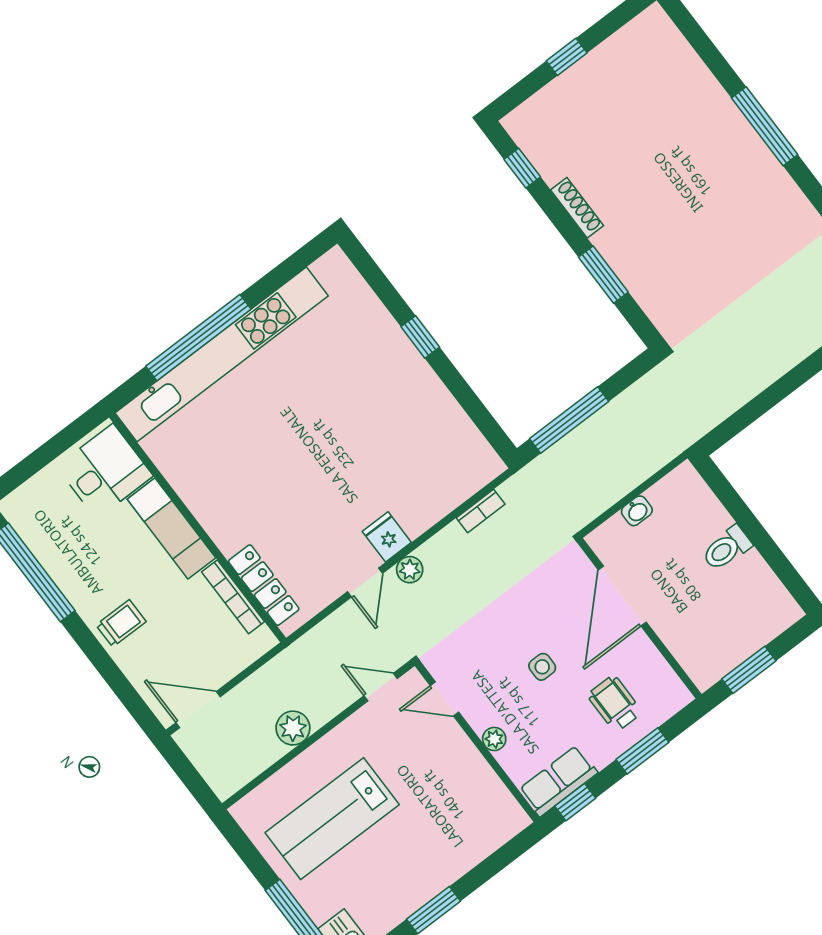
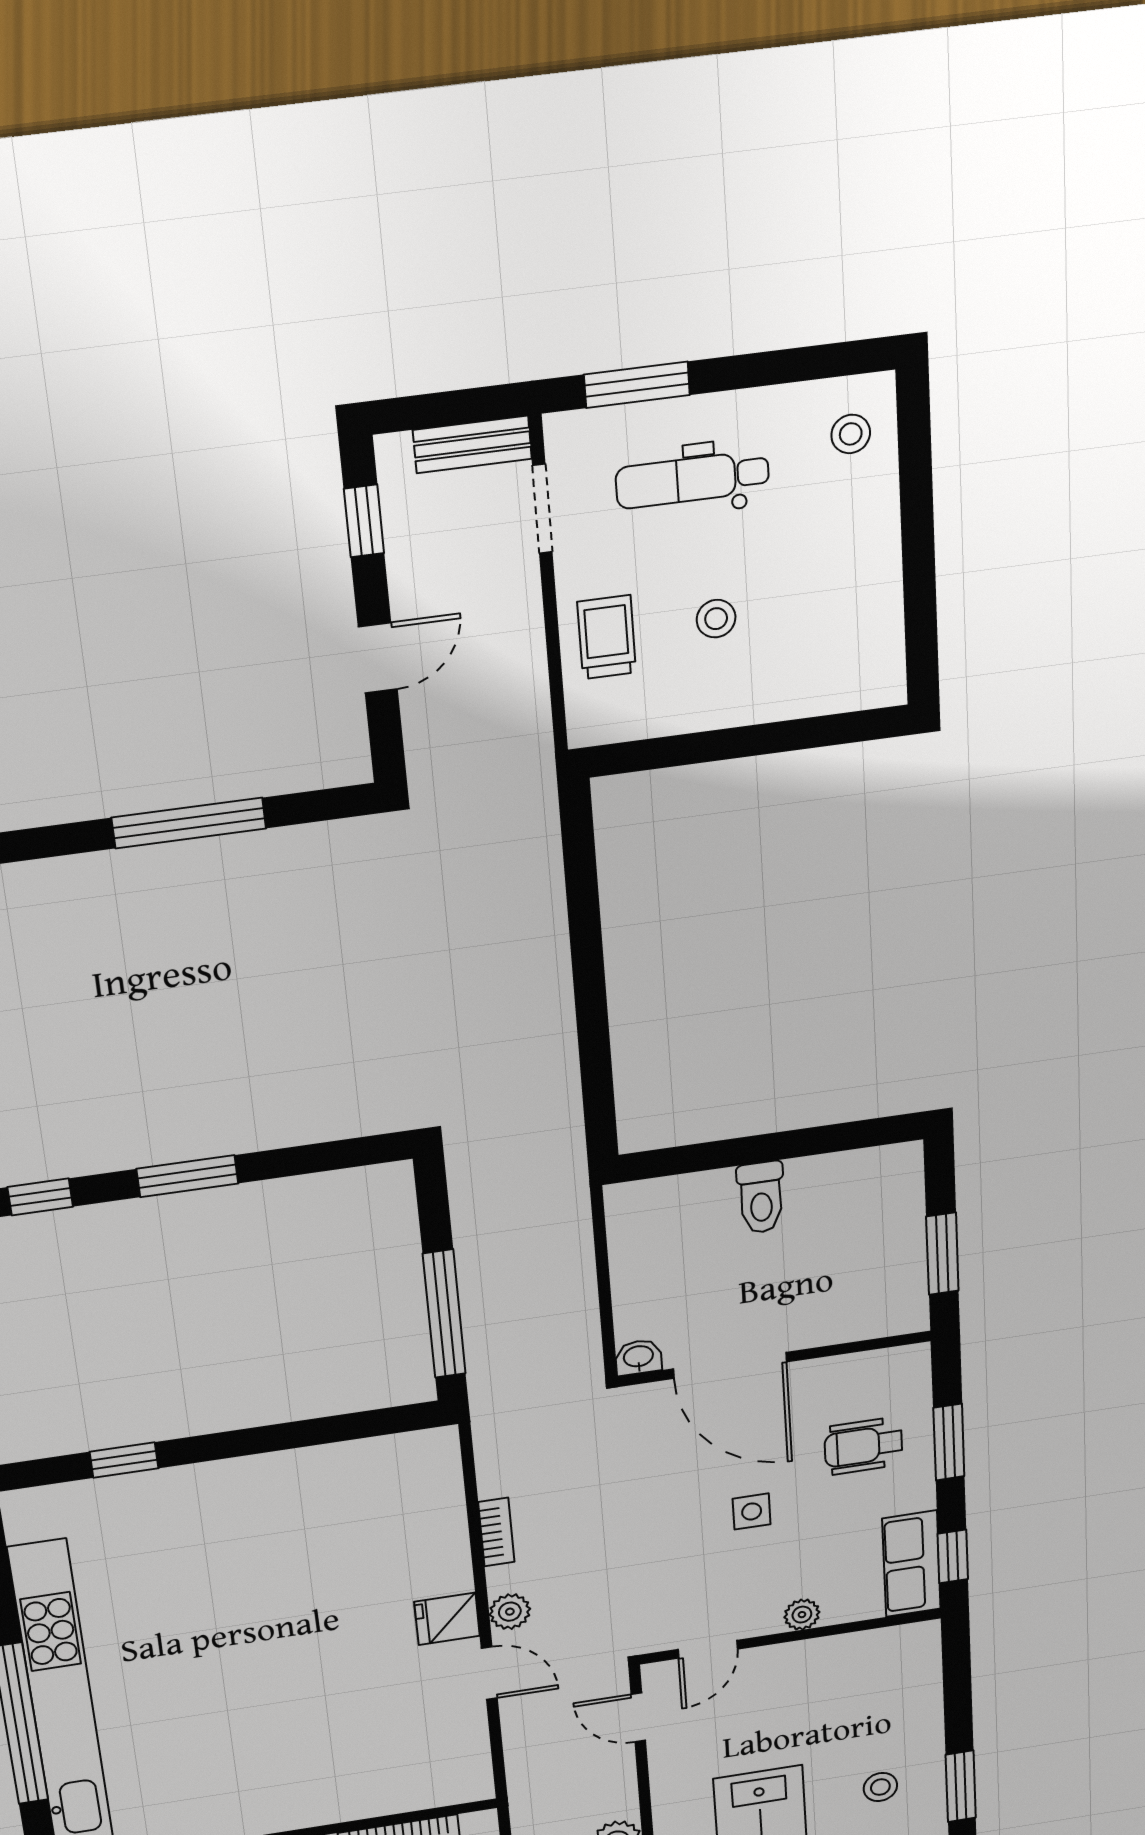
shoe rack: (577, 208) -> (146, 1151), removed
window: (603, 275) -> (187, 1176), moved
window: (420, 337) -> (124, 1460), moved
bookcase: (481, 511) -> (496, 1532), moved
washbasin: (637, 511) -> (638, 1357), moved, turned -90
locker: (264, 585) -> (409, 1794), removed
door: (381, 687) -> (638, 1717), hinge flipped
stool: (409, 862) -> (880, 1787), added

